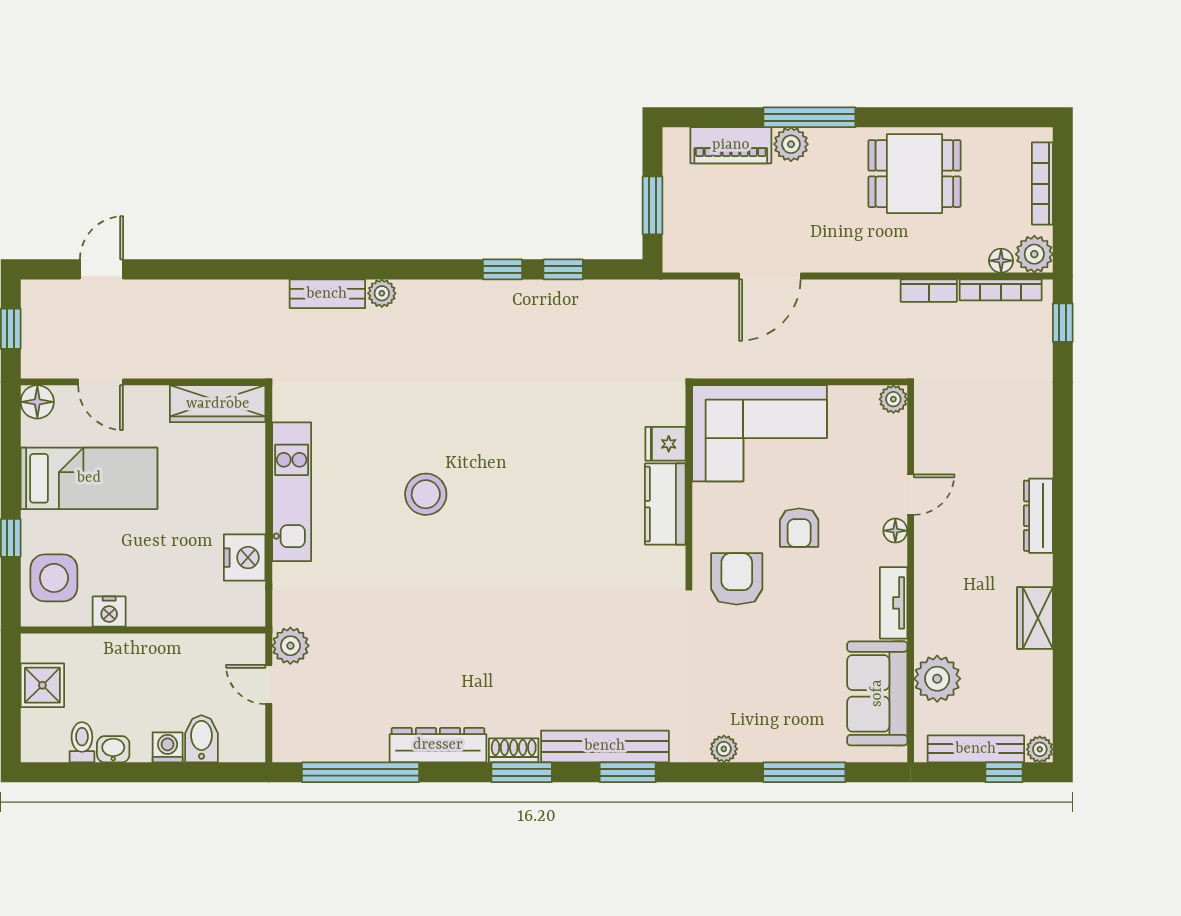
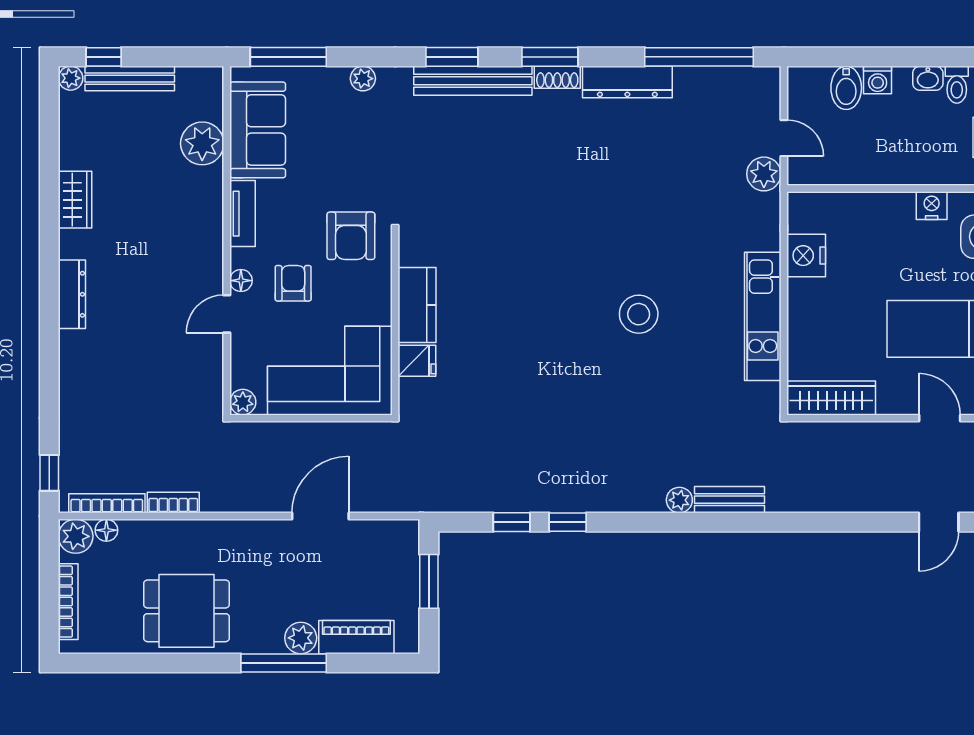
plant: (893, 399) -> (243, 402), moved
door: (911, 495) -> (227, 314), moved
floor lamp: (895, 531) -> (241, 281), moved
wall: (911, 574) -> (227, 241), moved
tv unit: (894, 603) -> (243, 214), moved
plant: (937, 679) -> (202, 143), moved
sofa: (877, 693) -> (258, 130), moved

